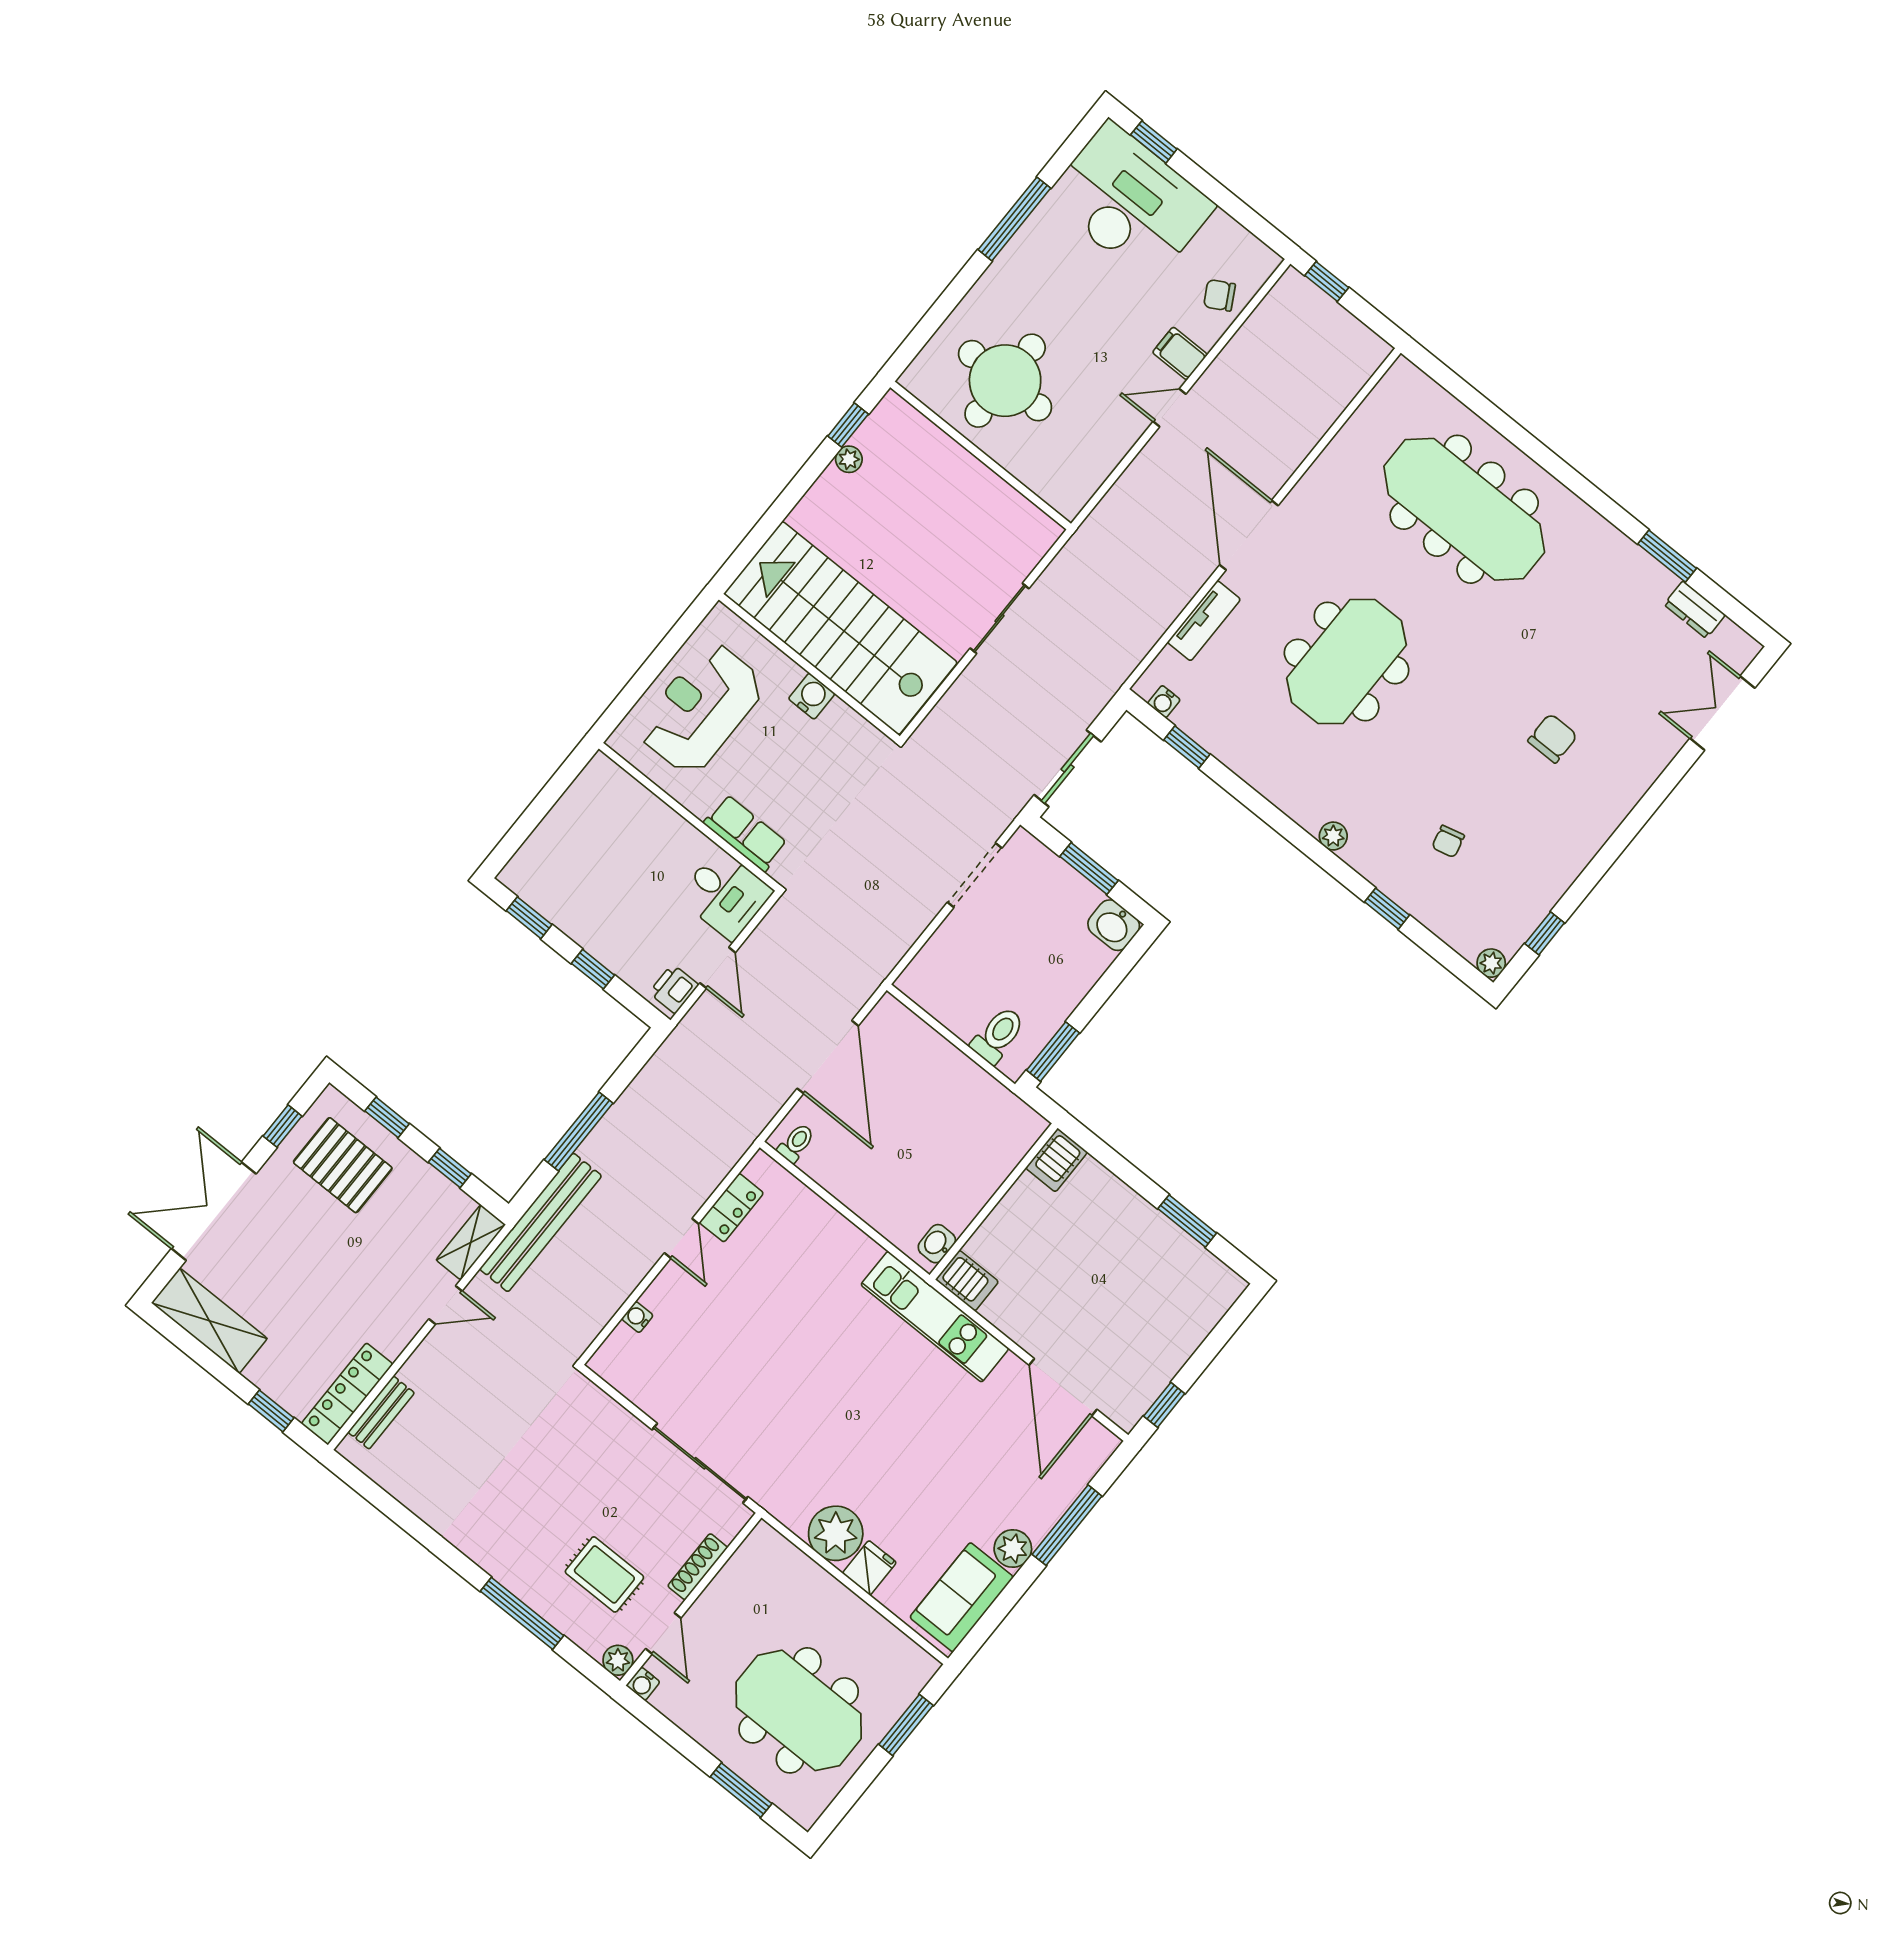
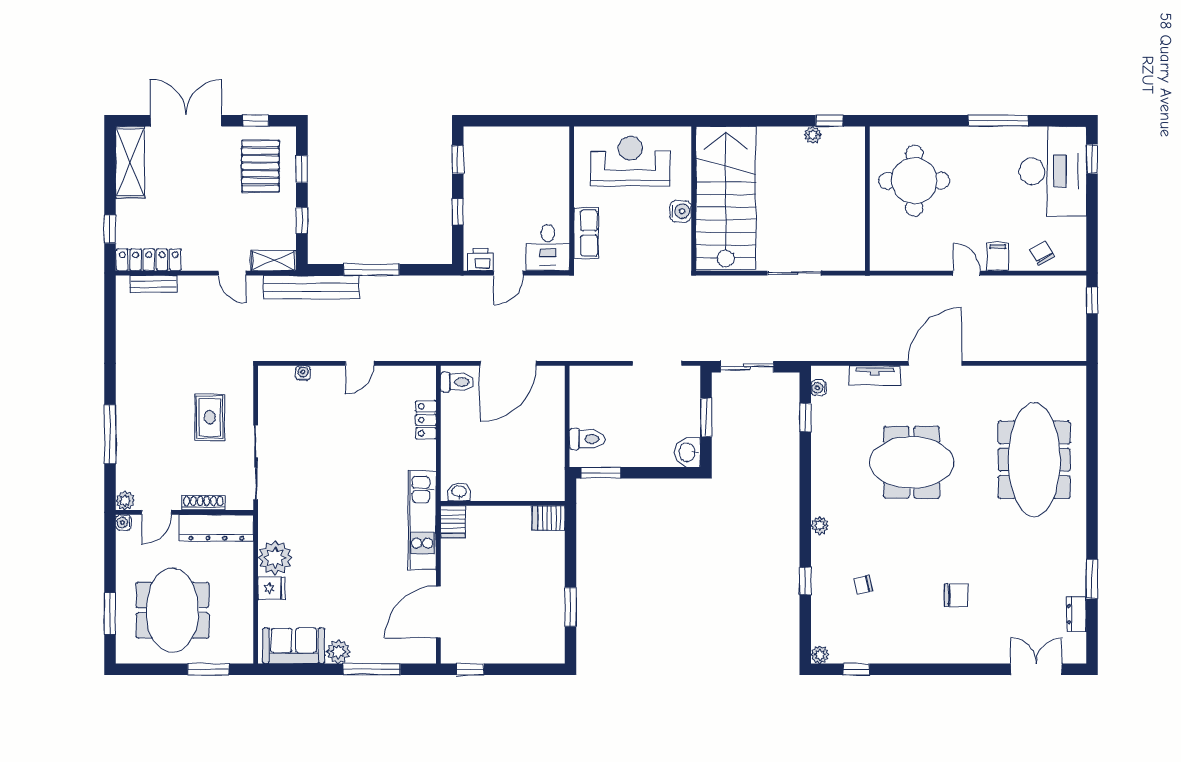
toilet: (796, 1143) -> (457, 382), width x1.37, depth x1.39
locker: (731, 1208) -> (426, 420), moved, turned 90
rug: (604, 1574) -> (210, 417), moved
dresser: (741, 1576) -> (216, 528), added

